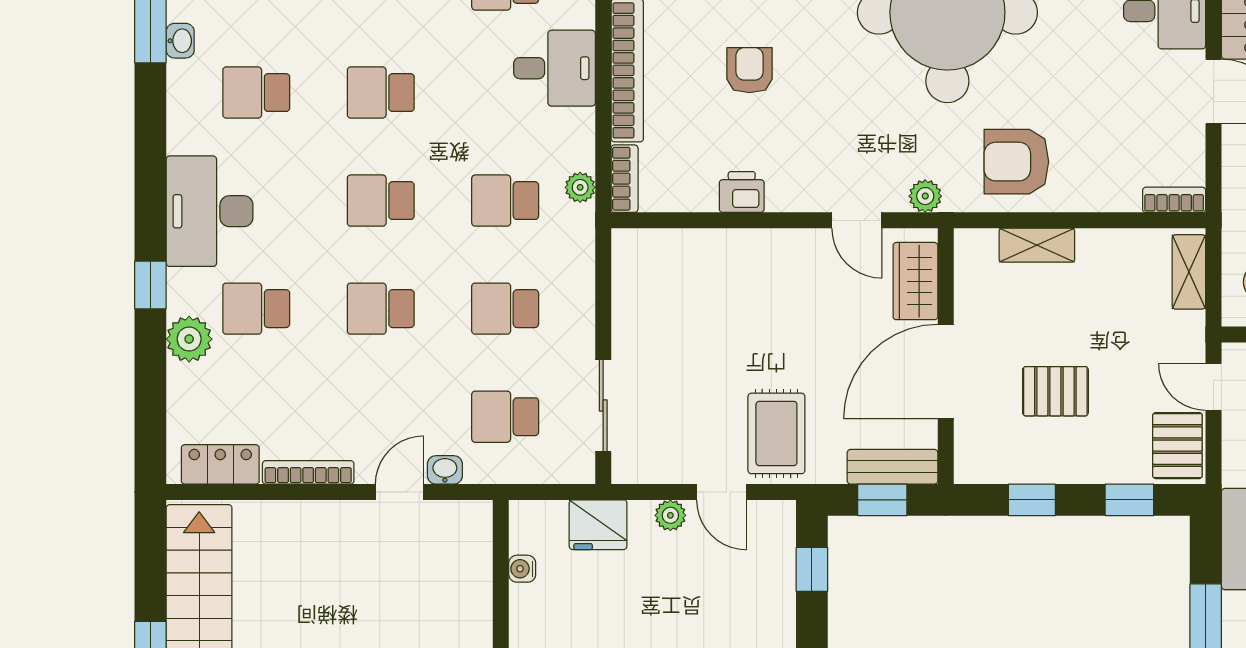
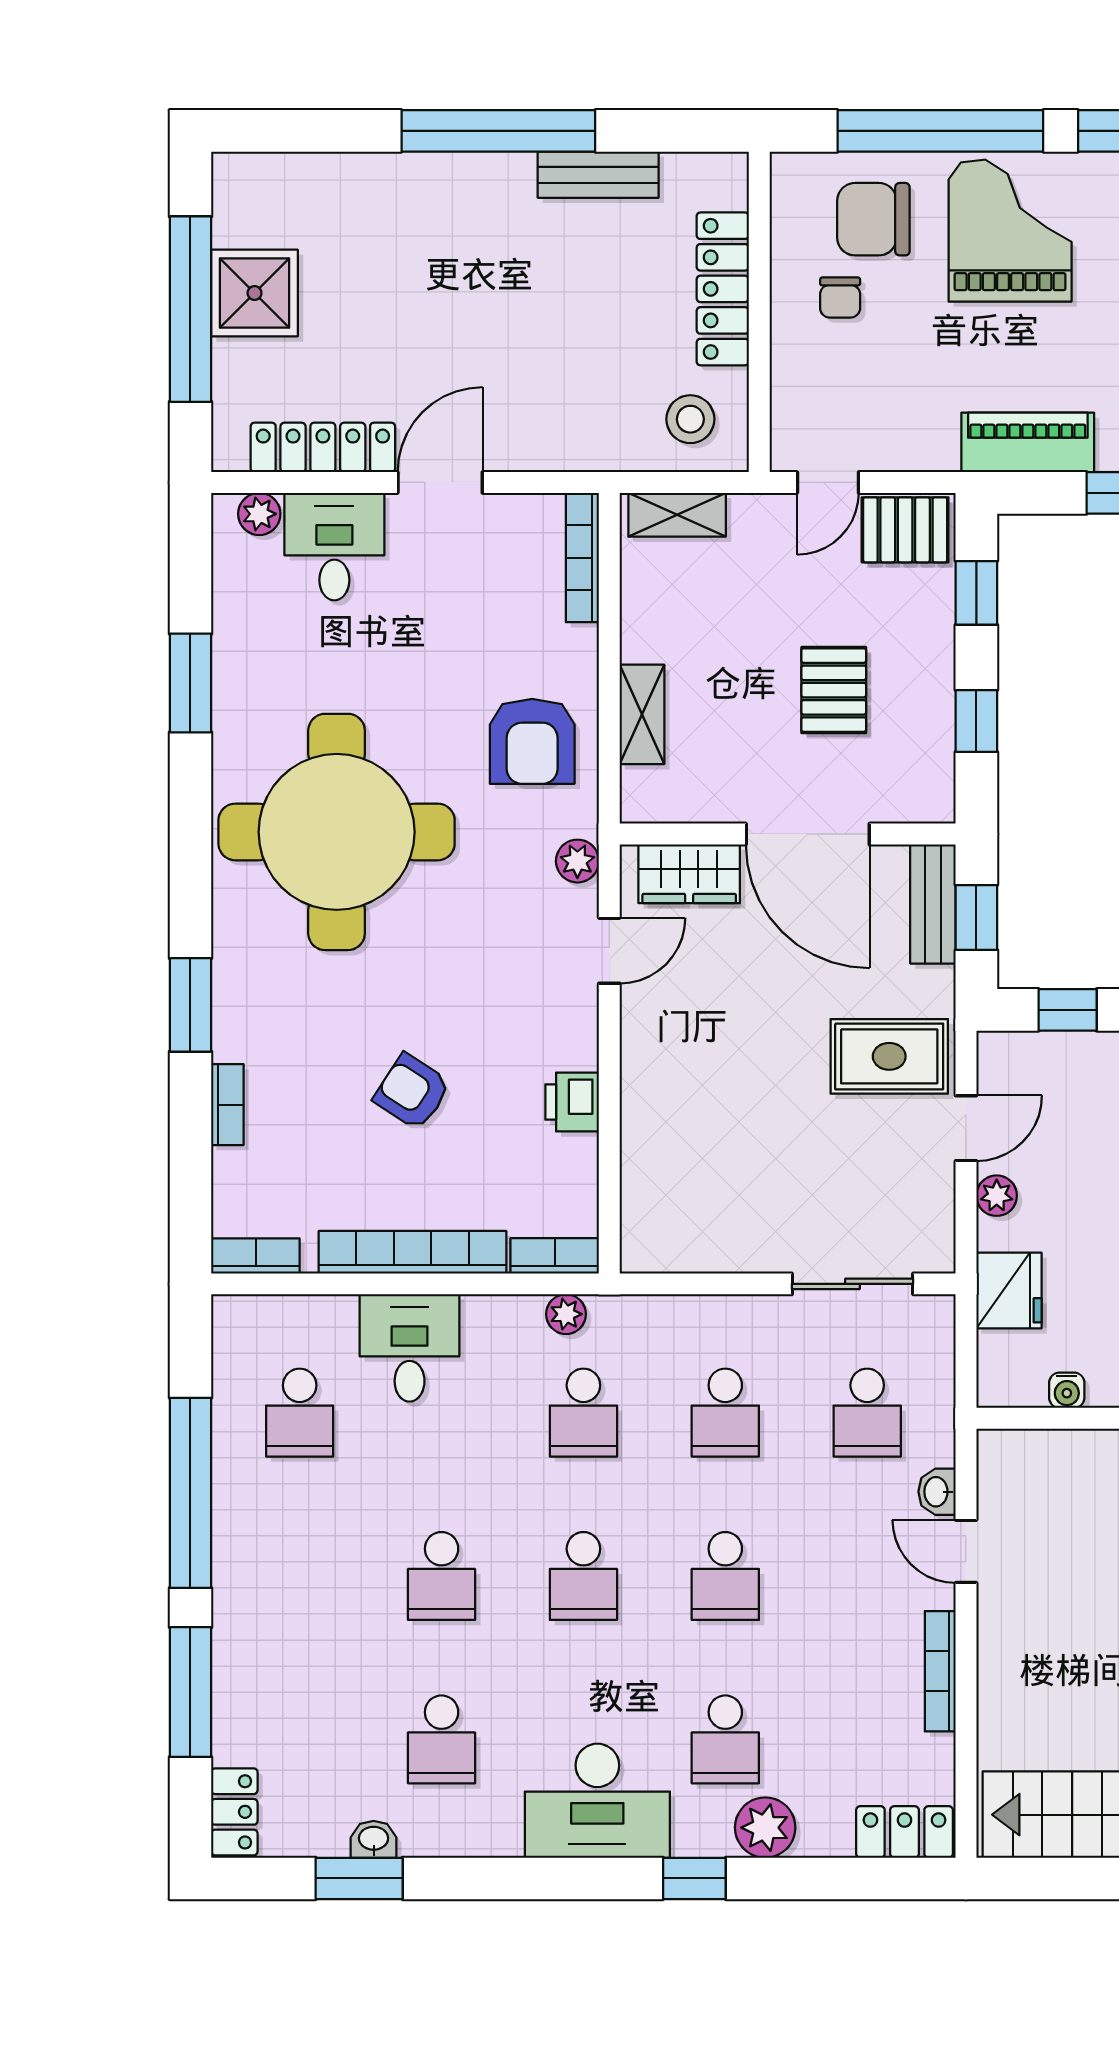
armchair: (750, 70) -> (412, 1092), turned 33
bookcase: (1174, 200) -> (582, 558), width x1.56
locker: (220, 464) -> (904, 1832), moved, turned 90

